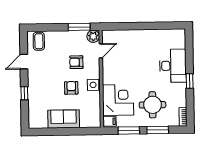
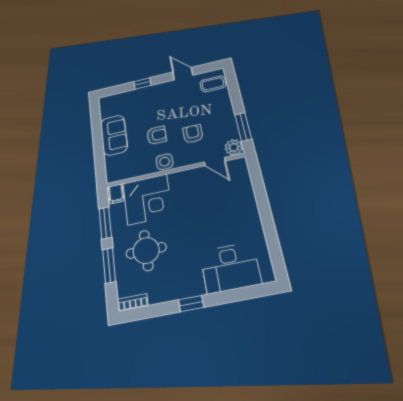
desk: (173, 66) -> (230, 268), moved

